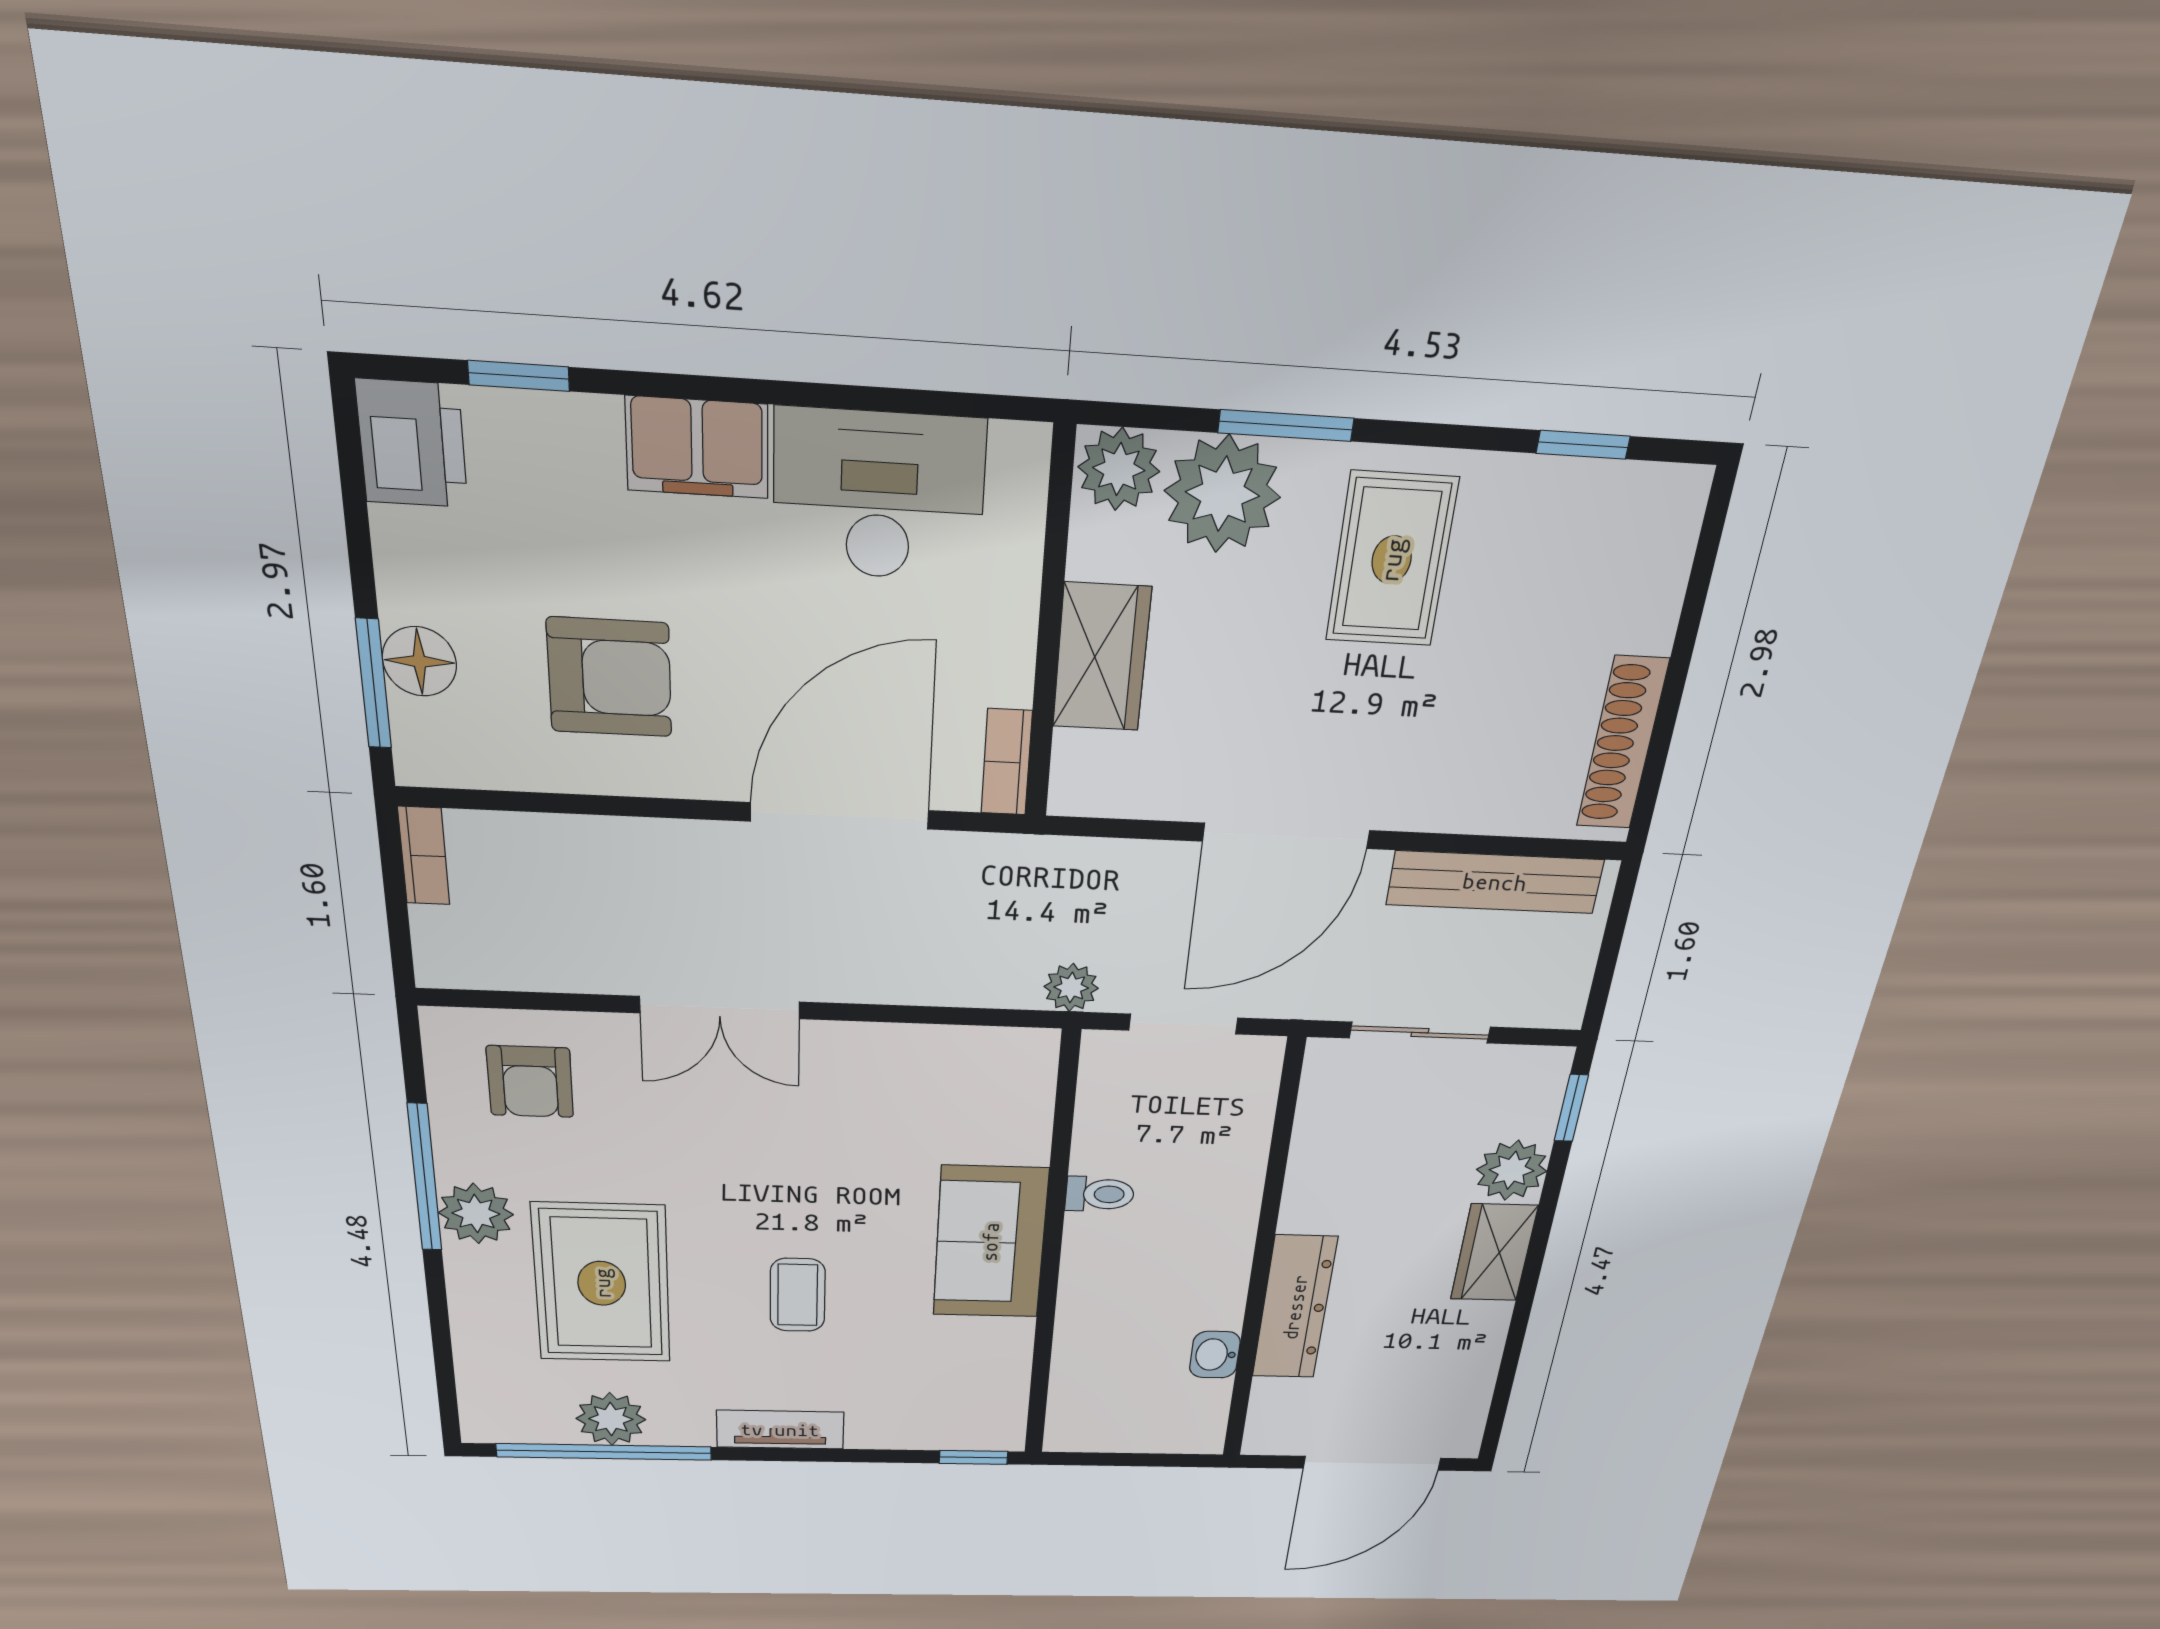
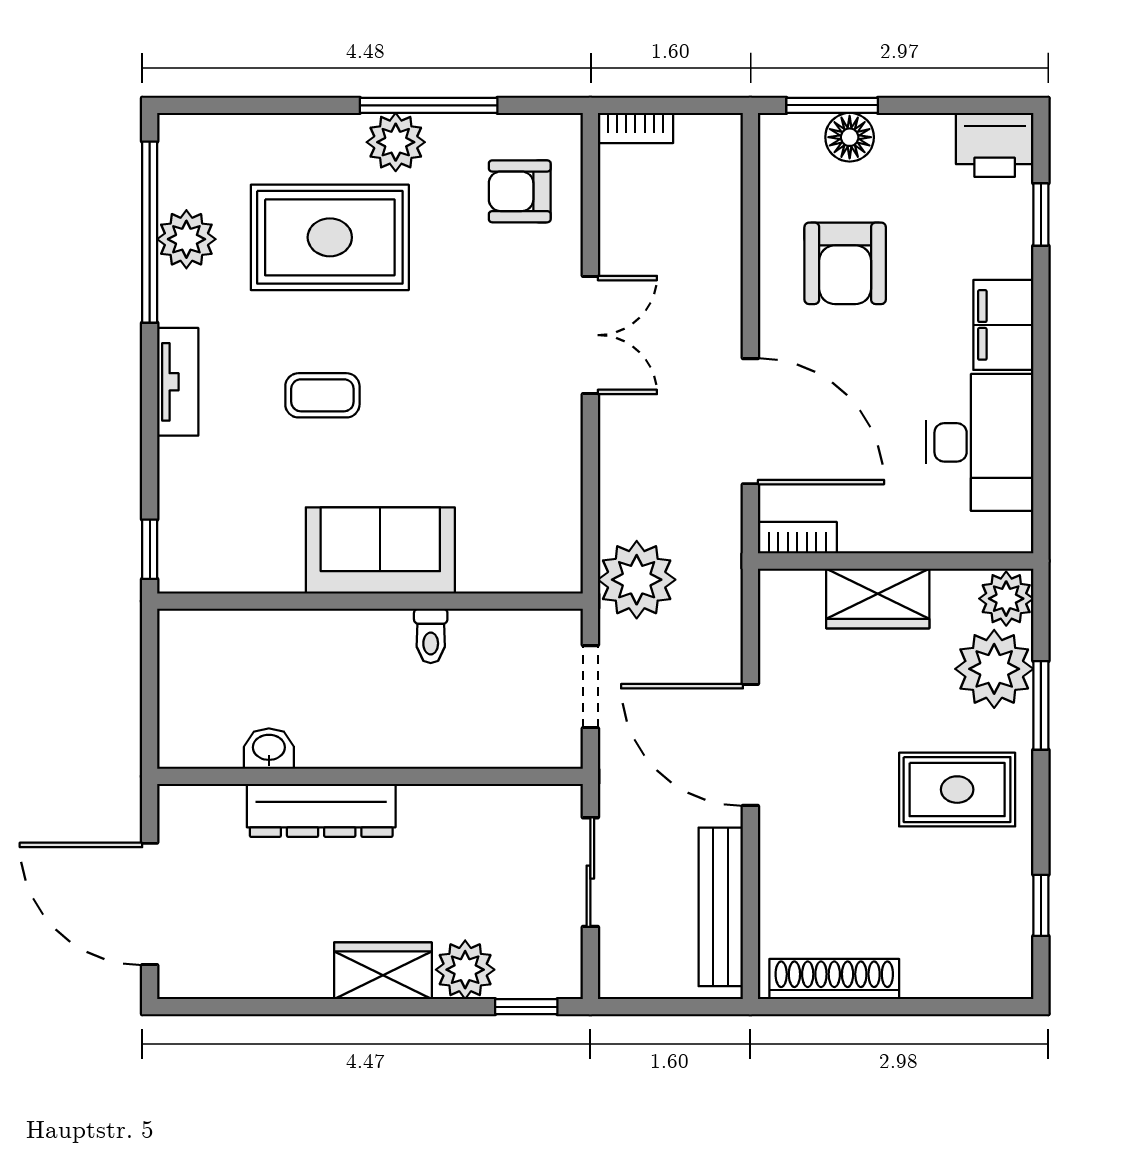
bookcase: (424, 856) -> (635, 128), moved
plant: (1071, 987) -> (637, 580), width x1.87, depth x1.87
double door: (720, 1008) -> (590, 335), swing flipped

